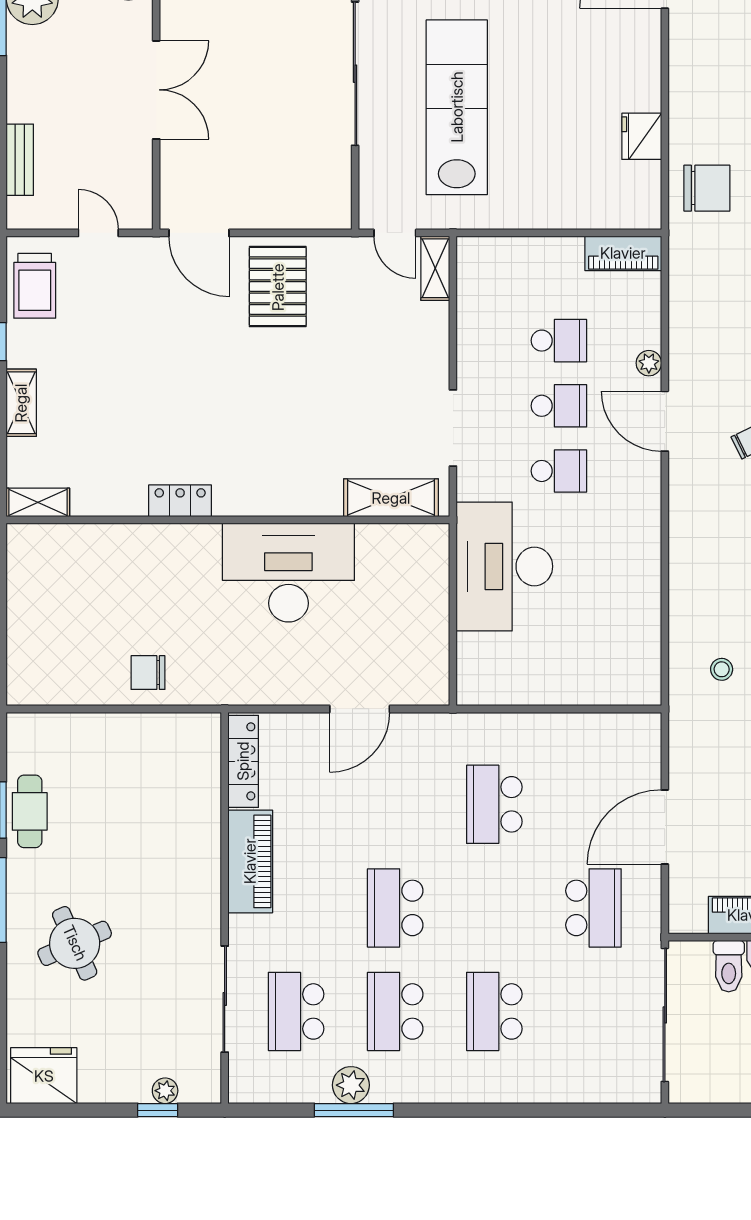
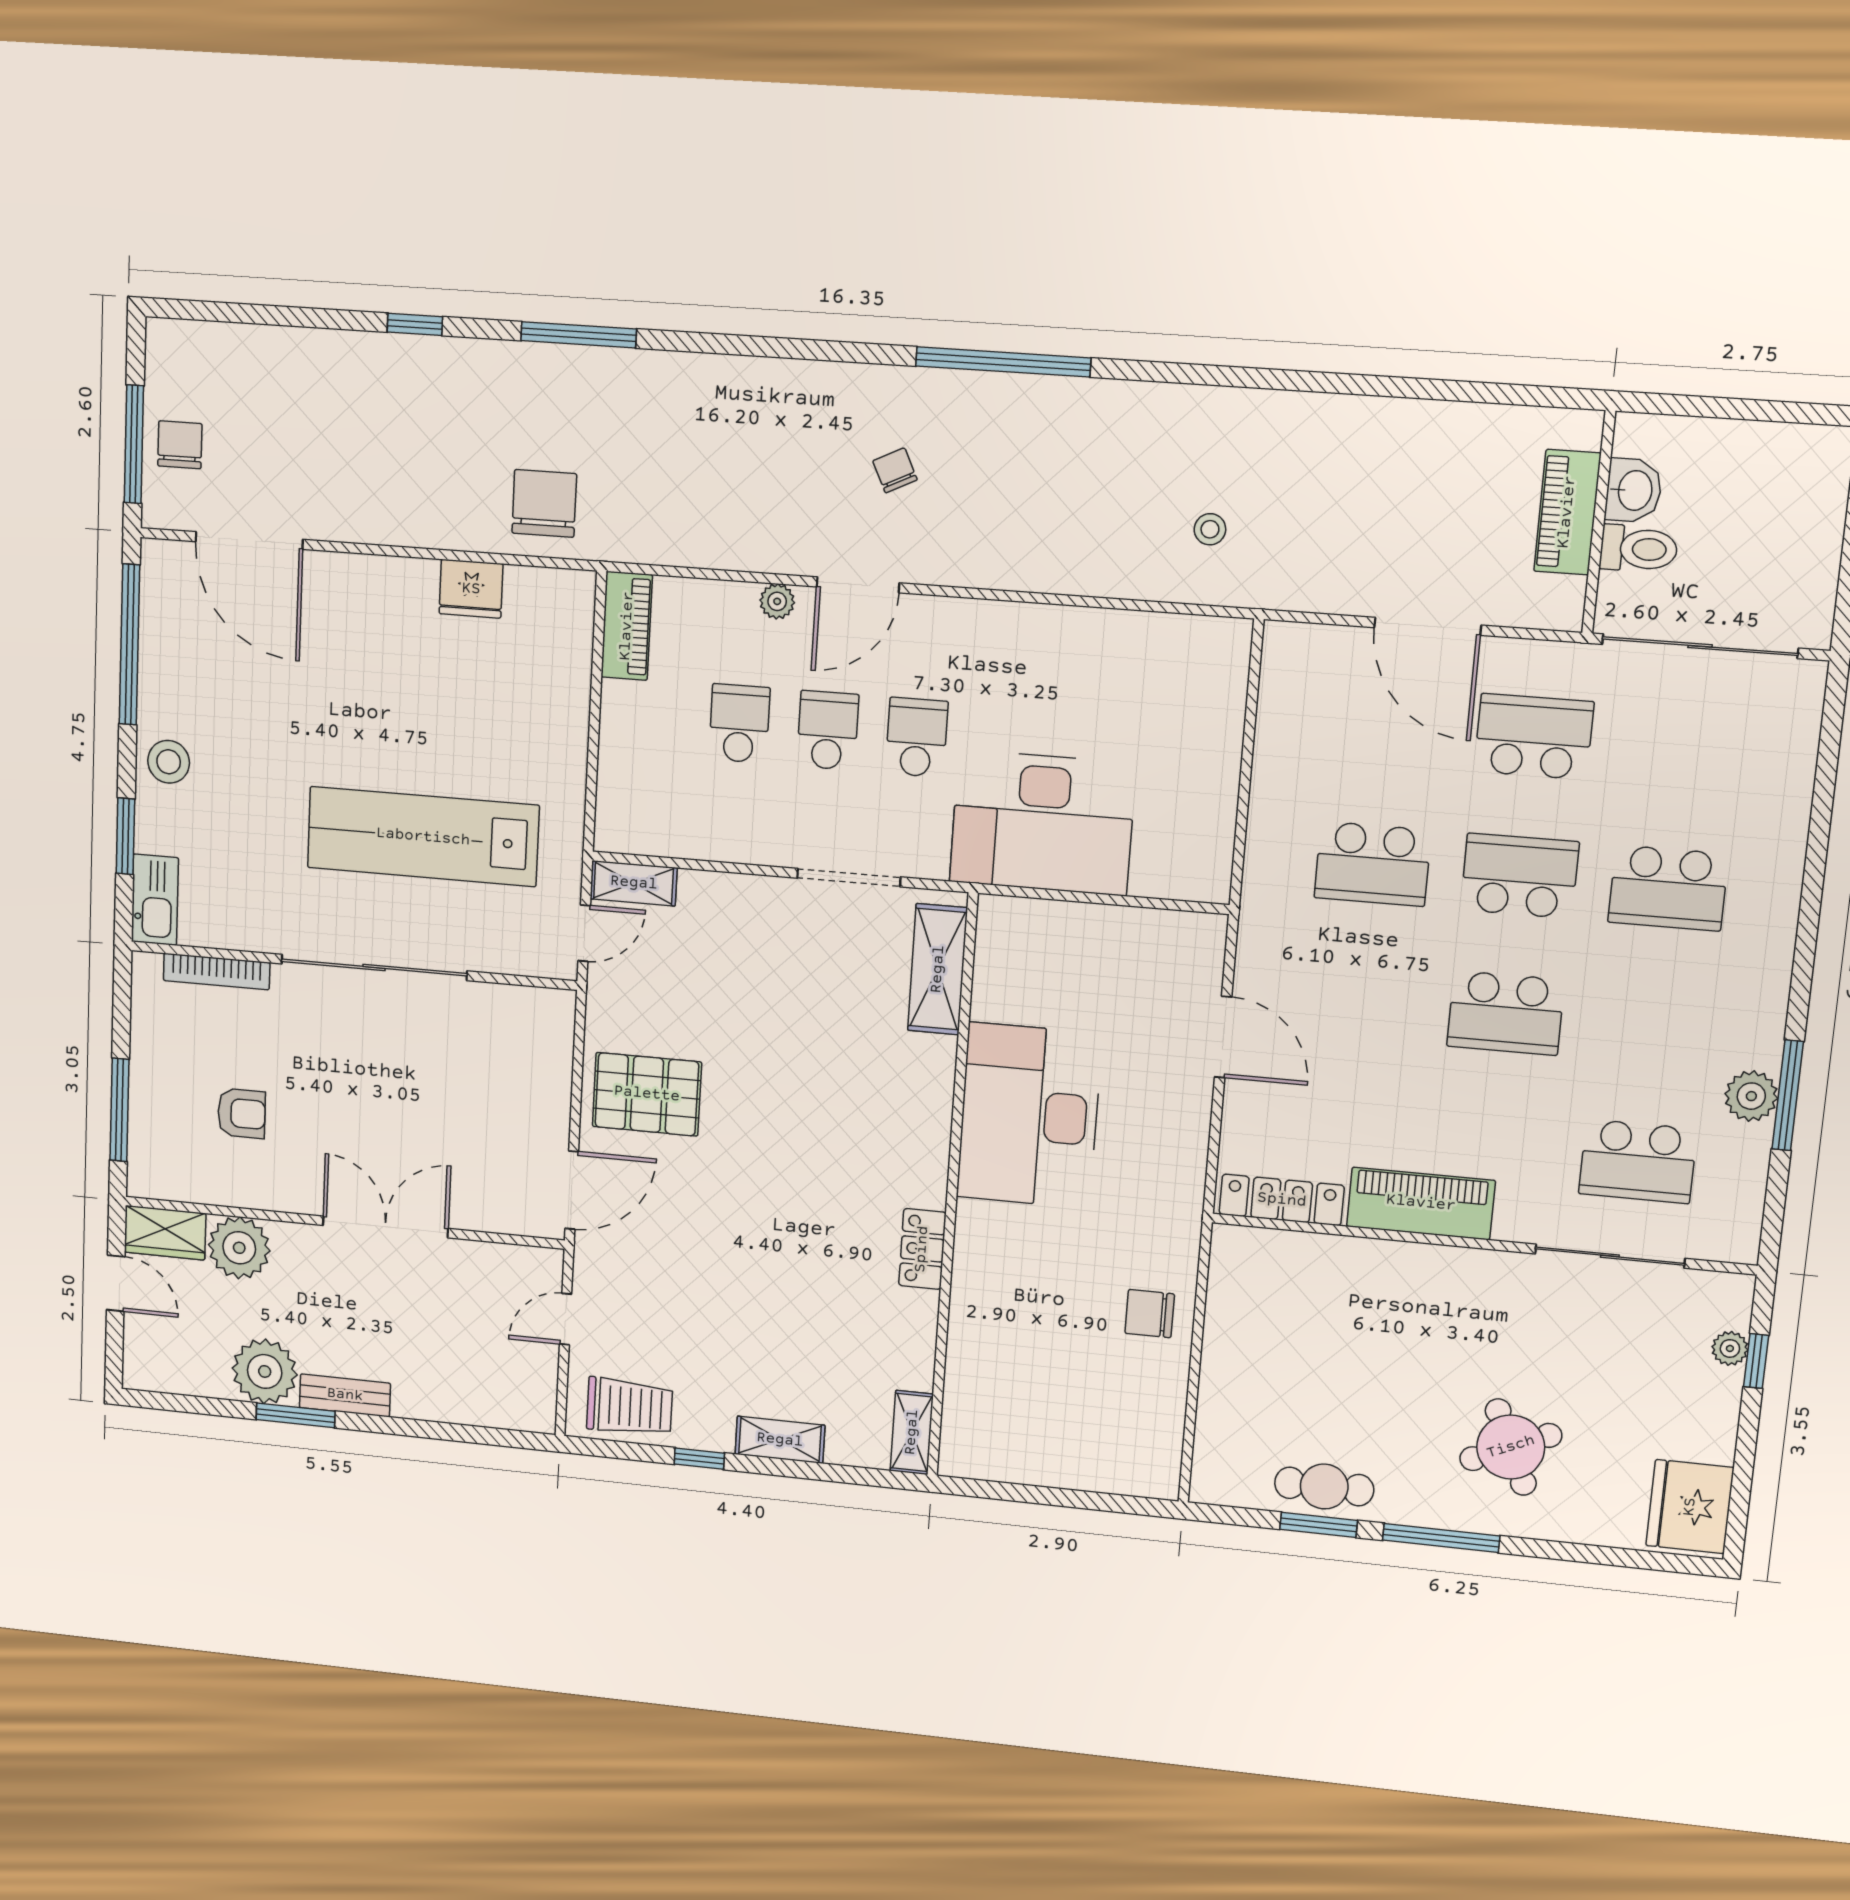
bench: (20, 160) -> (345, 1395), moved
chair: (148, 673) -> (1150, 1314), turned 90
school desk: (395, 1011) -> (1520, 876), moved, turned 180

